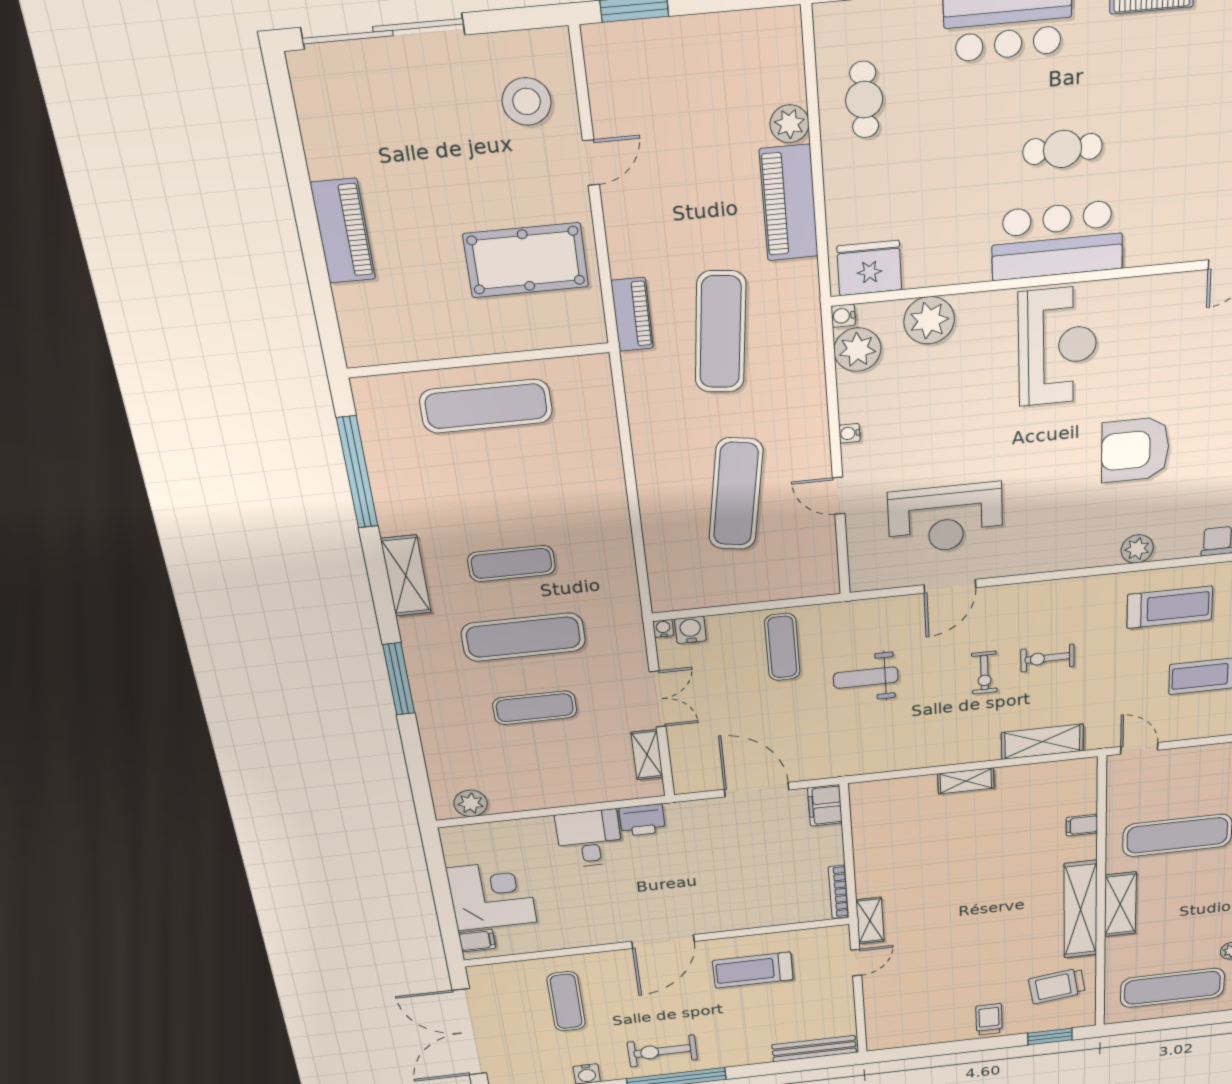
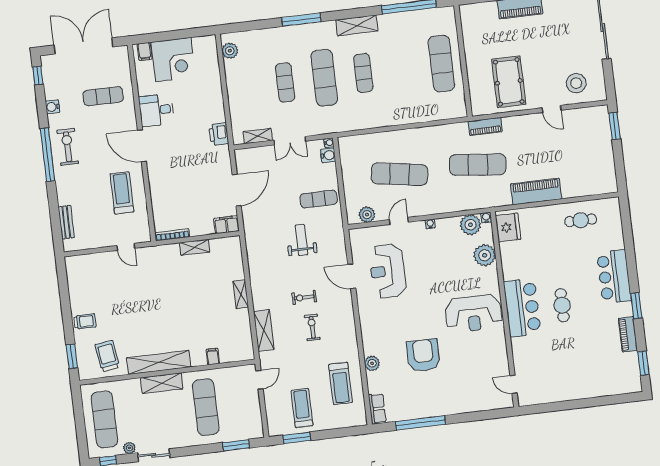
plant: (790, 124) -> (367, 215), moved
desk: (589, 839) -> (156, 110), moved, turned 180
shelving: (870, 921) -> (194, 247), moved
bench: (814, 1049) -> (66, 222), width x0.73

